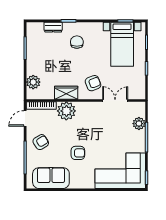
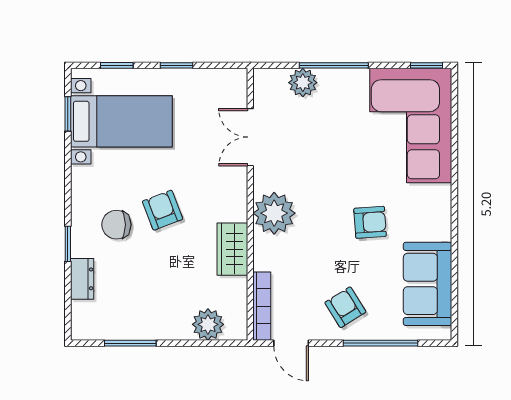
armchair: (93, 83) -> (163, 210), moved
plant: (66, 111) -> (274, 213), moved
armchair: (78, 153) -> (370, 222), turned 86

